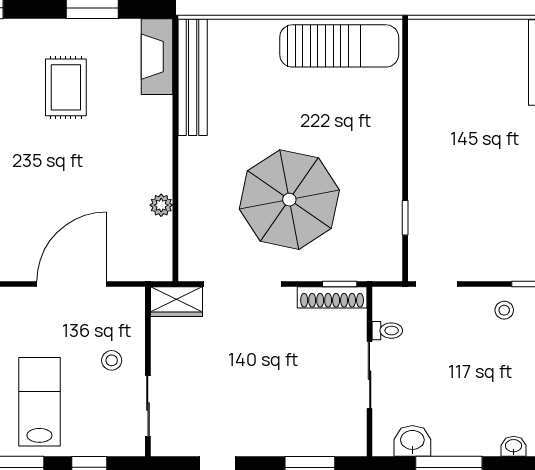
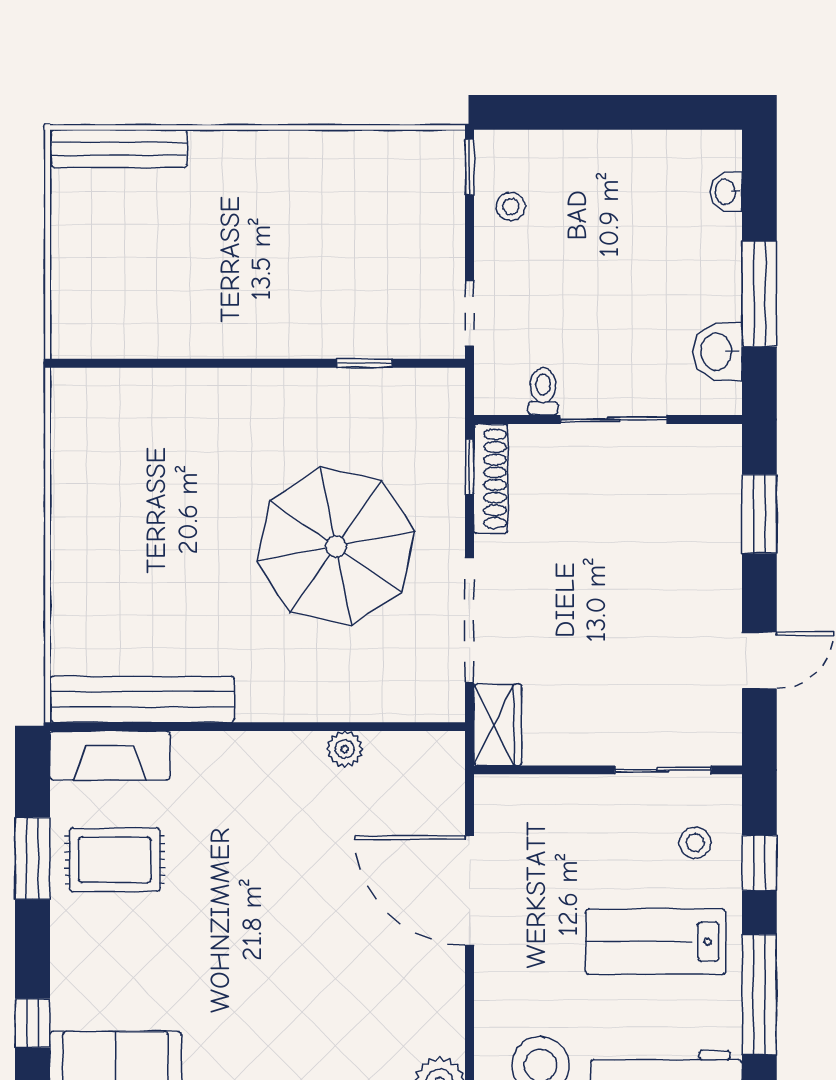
sun lounger: (339, 46) -> (93, 467), removed
rug: (66, 87) -> (115, 860), moved
stool: (112, 360) -> (695, 843), moved

